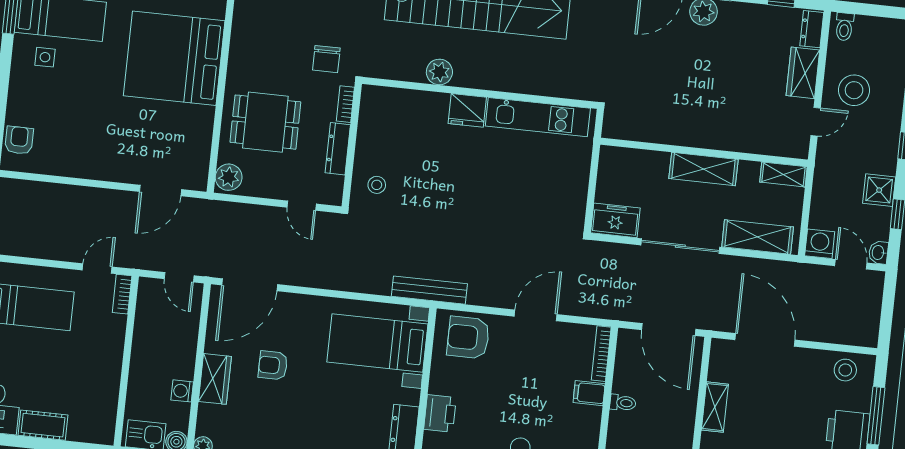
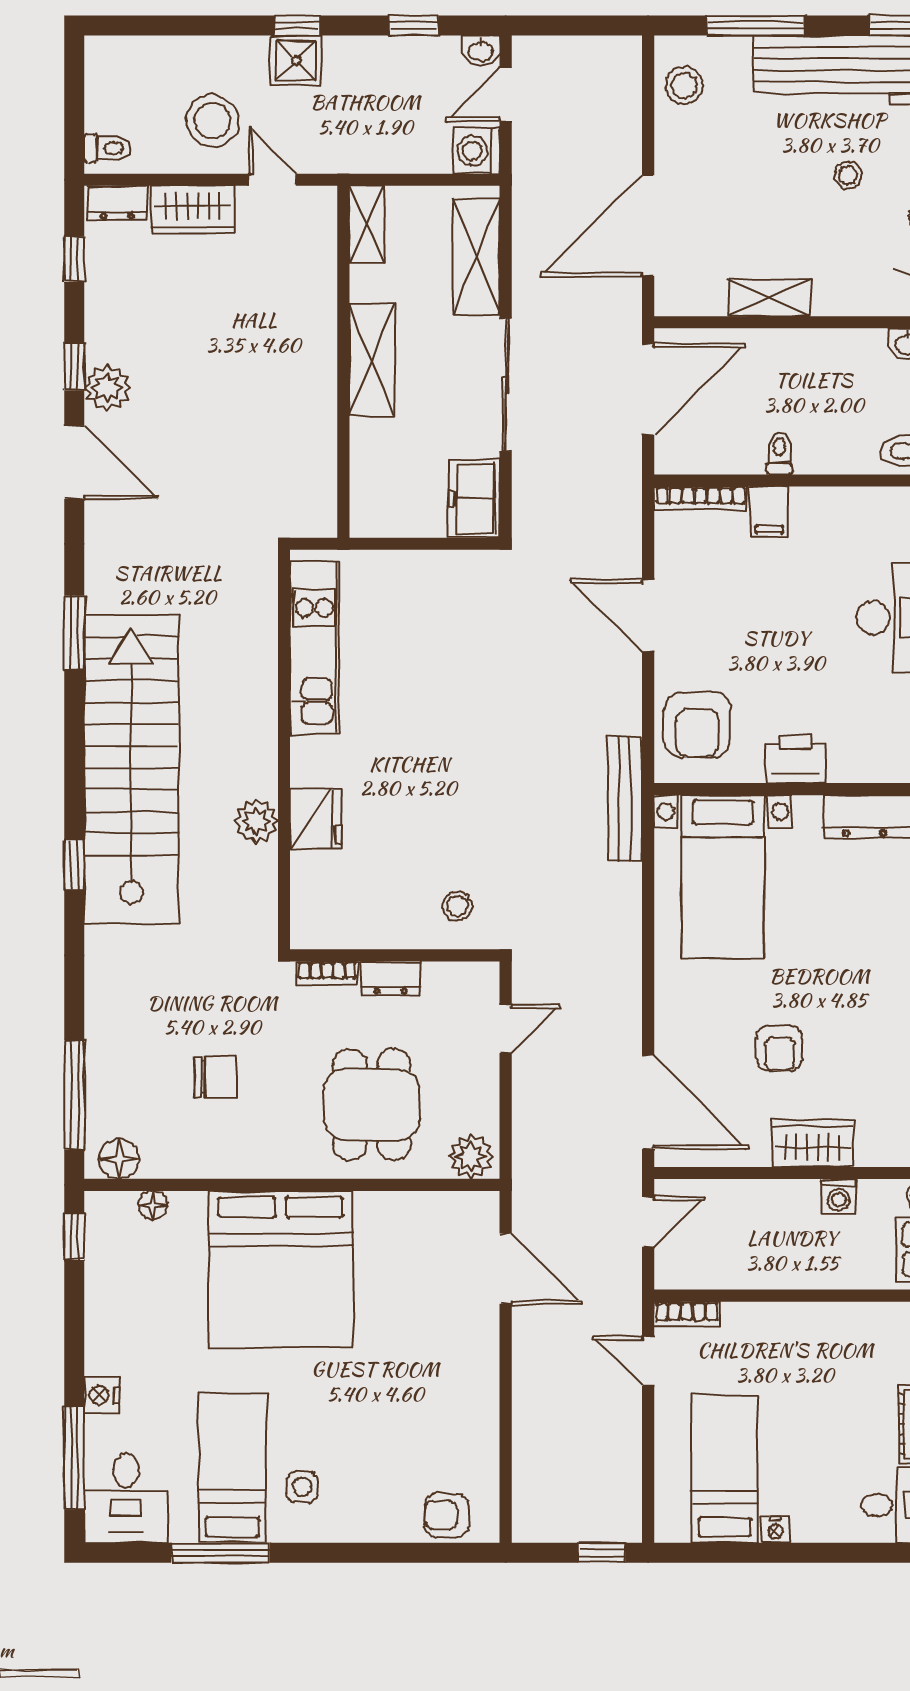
chair: (326, 59) -> (216, 1077), moved
fridge: (467, 110) -> (316, 819), moved
dresser: (338, 149) -> (391, 978), width x0.70
shower: (879, 190) -> (296, 61), moved
printer: (440, 413) -> (795, 759), moved

